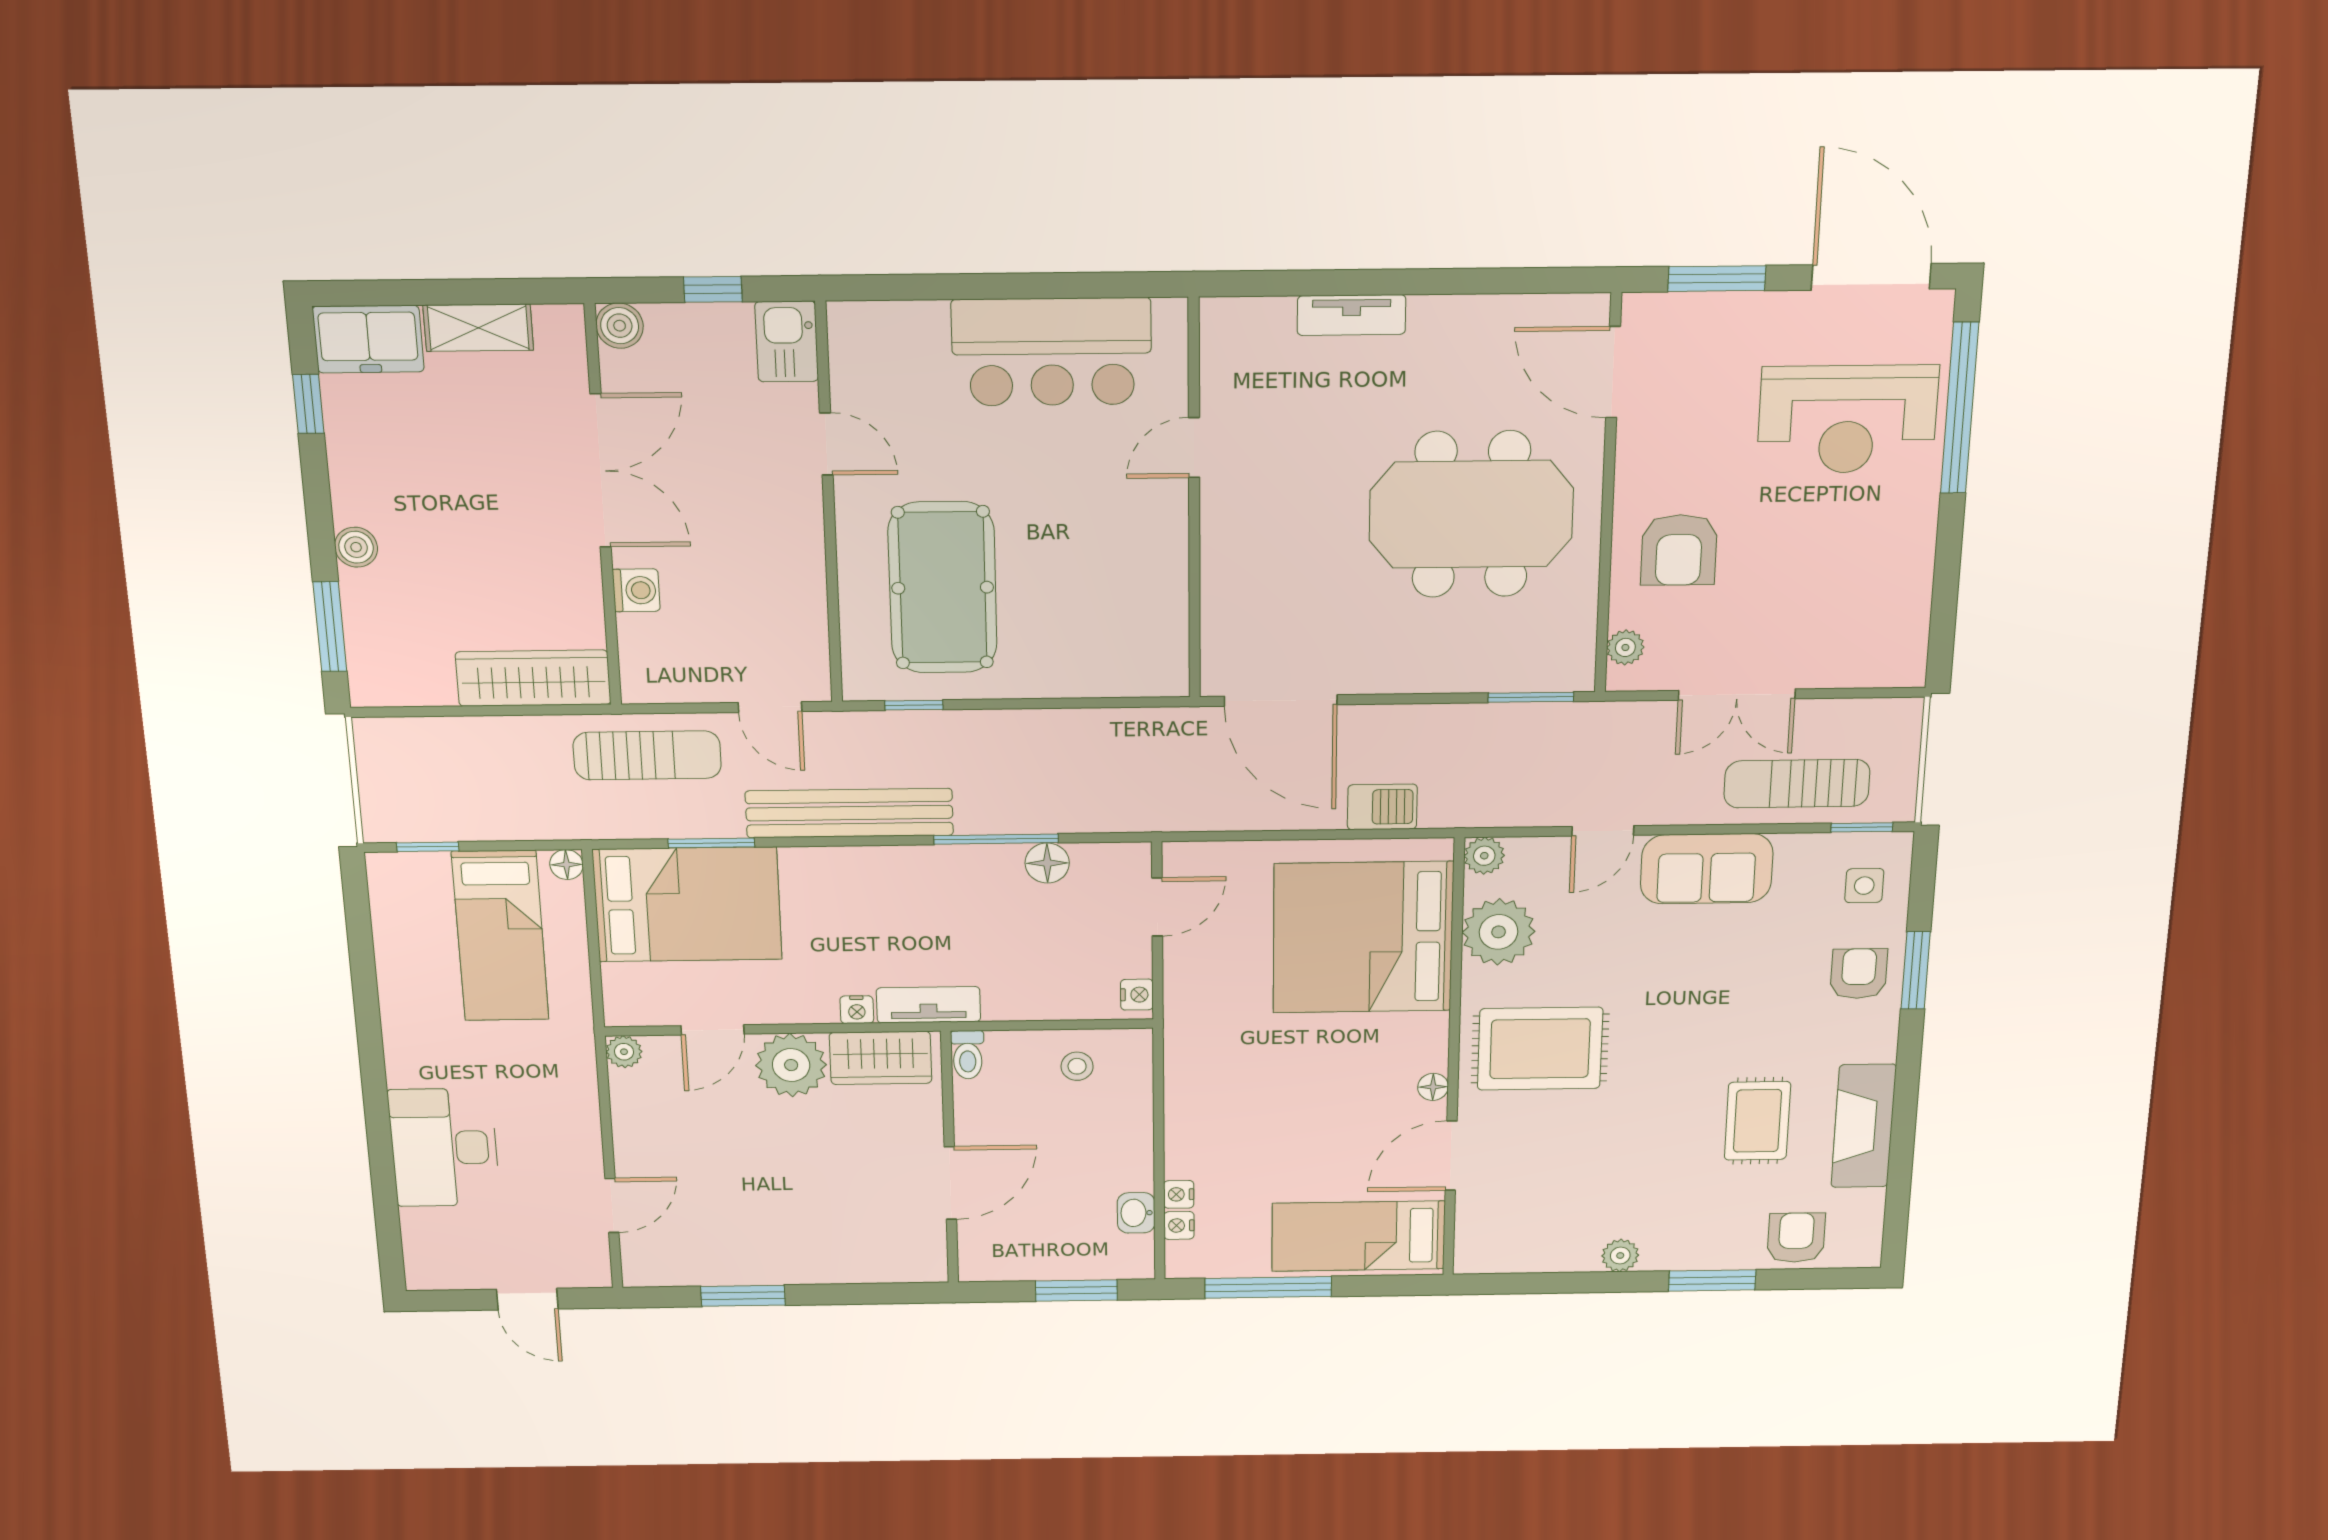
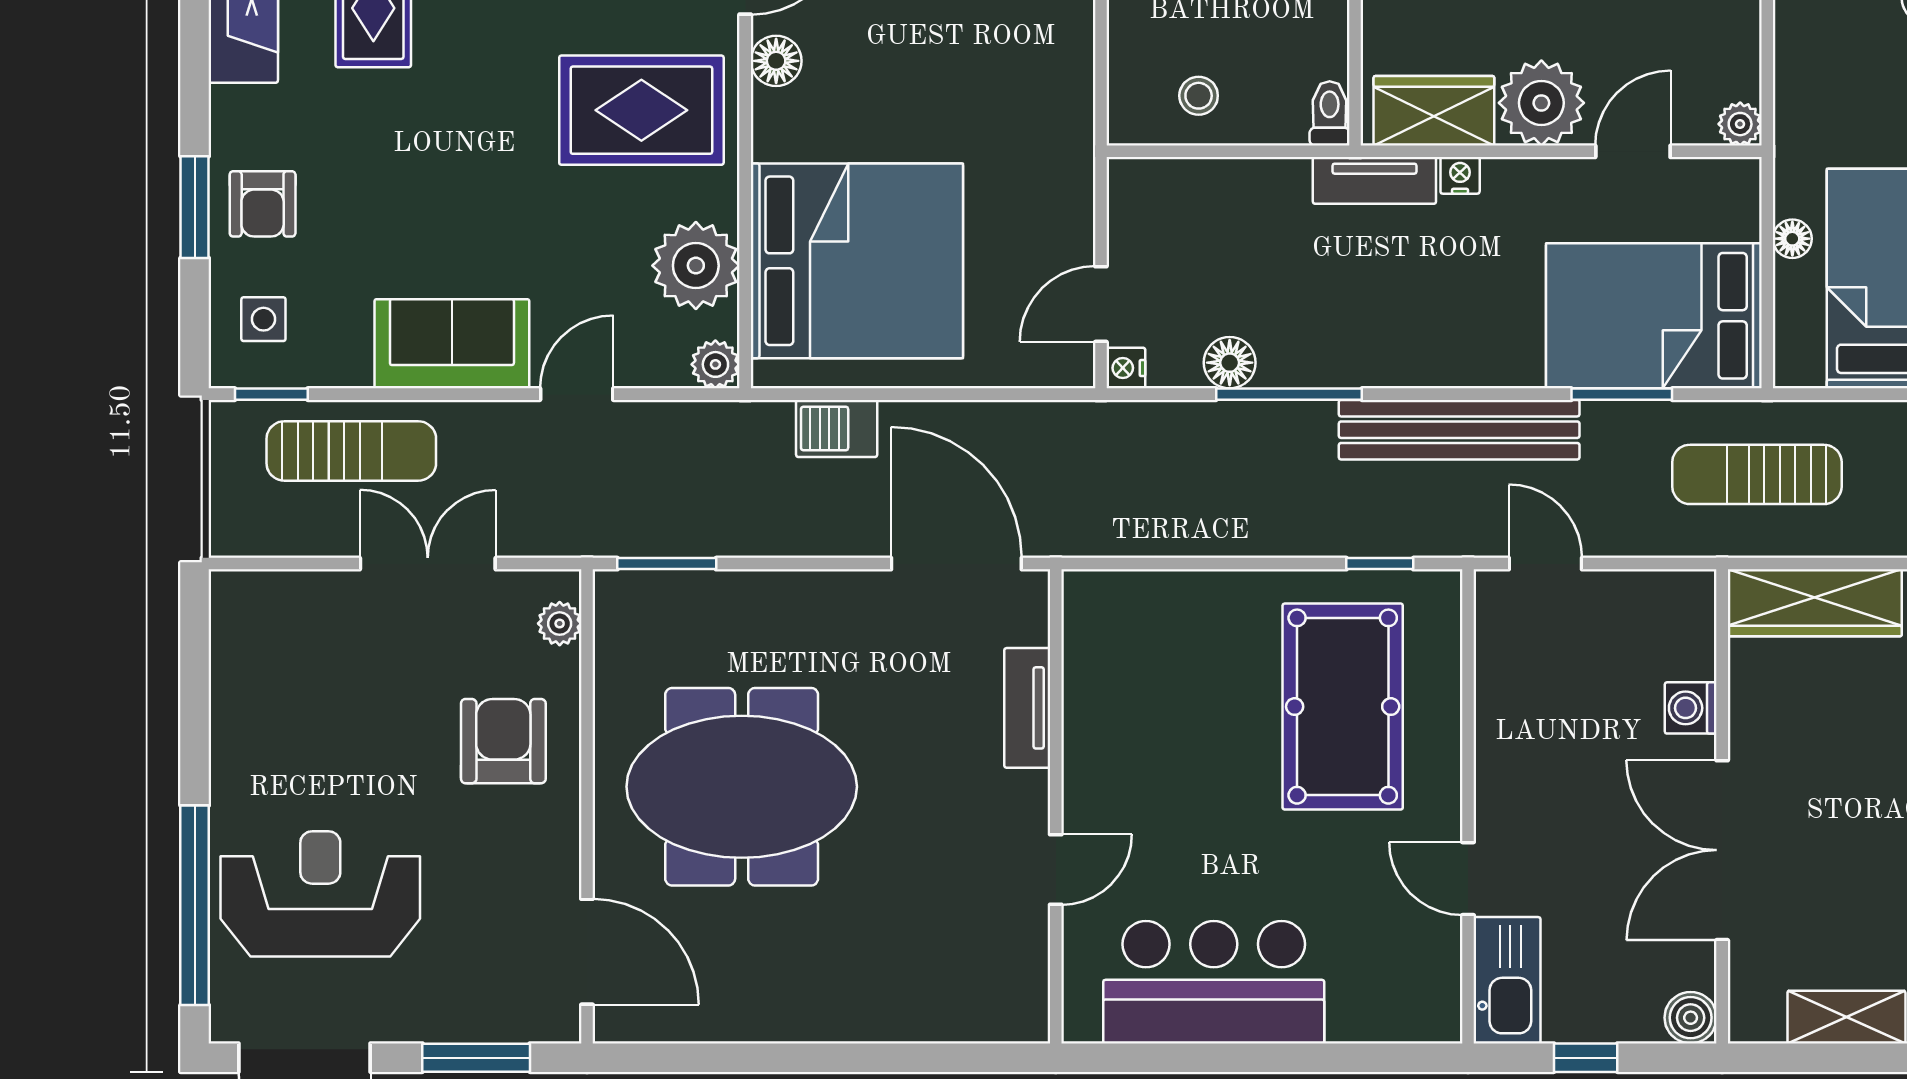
tv unit: (1352, 315) -> (1027, 708), moved, turned -90
kitchen sink: (787, 341) -> (1507, 980), width x1.38
sun lounger: (647, 755) -> (1757, 474), moved
floor lamp: (567, 865) -> (1792, 239), moved
nightstand: (1137, 995) -> (1126, 368), moved
floor lamp: (1433, 1087) -> (776, 61), width x1.37, depth x1.37

